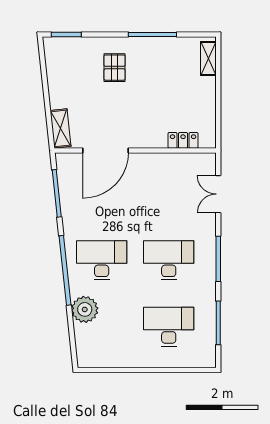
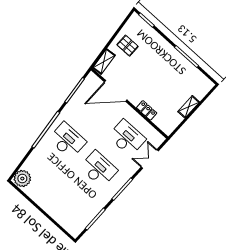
shelving: (208, 59) -> (189, 107), moved
pallet: (115, 68) -> (128, 46), moved, turned 90
locker: (183, 140) -> (147, 110), moved
plant: (85, 309) -> (22, 179), moved
desk: (169, 327) -> (127, 138), moved

